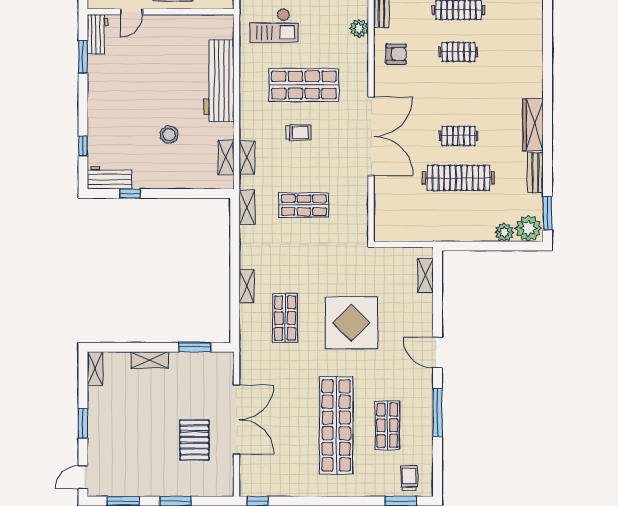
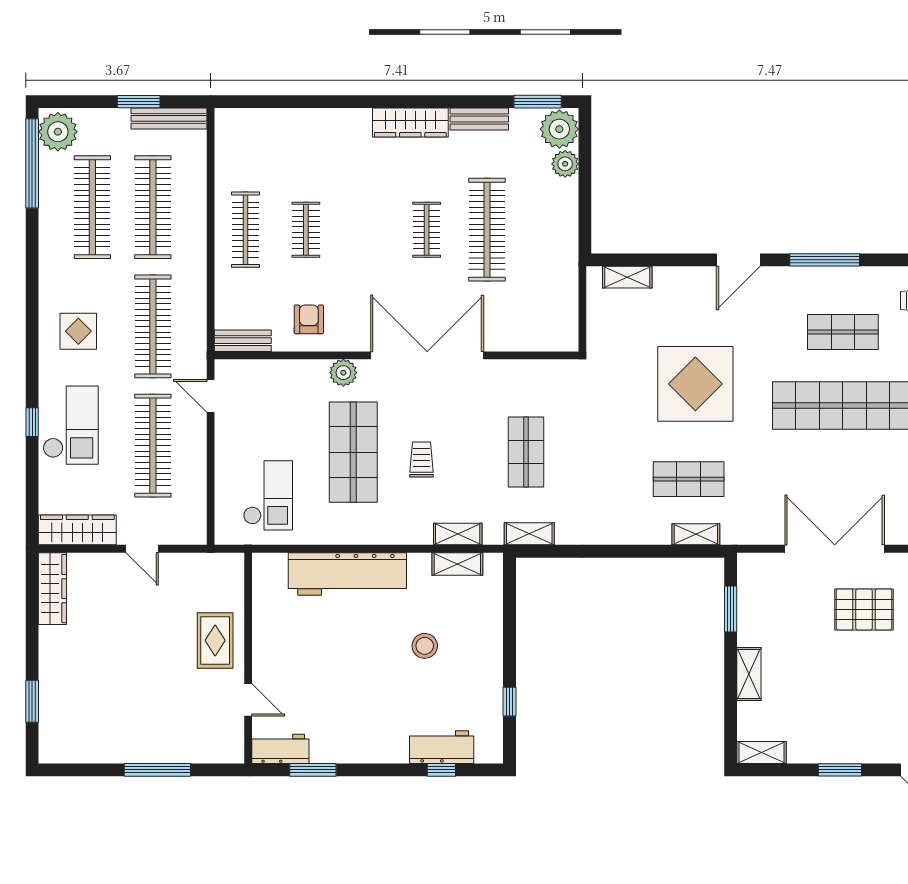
plant: (359, 28) -> (343, 373), moved
workbench: (109, 178) -> (442, 747), moved, turned 90
shelving: (247, 286) -> (696, 534), moved

